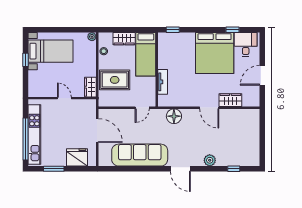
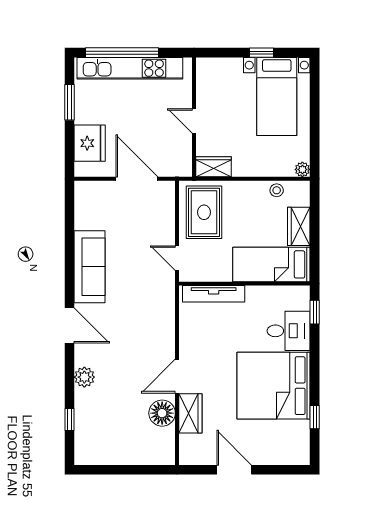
desk: (246, 44) -> (289, 331), moved
rug: (115, 80) -> (204, 212), moved
tv unit: (163, 82) -> (214, 294), width x1.41
door: (64, 98) -> (194, 121), swing flipped
floor lamp: (174, 116) -> (162, 413), moved
door: (97, 131) -> (137, 179), swing flipped
sofa: (140, 155) -> (90, 267), width x0.74, depth x0.79
door: (180, 169) -> (70, 325), swing flipped

